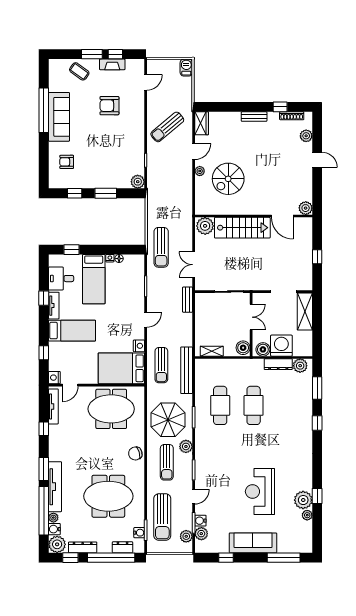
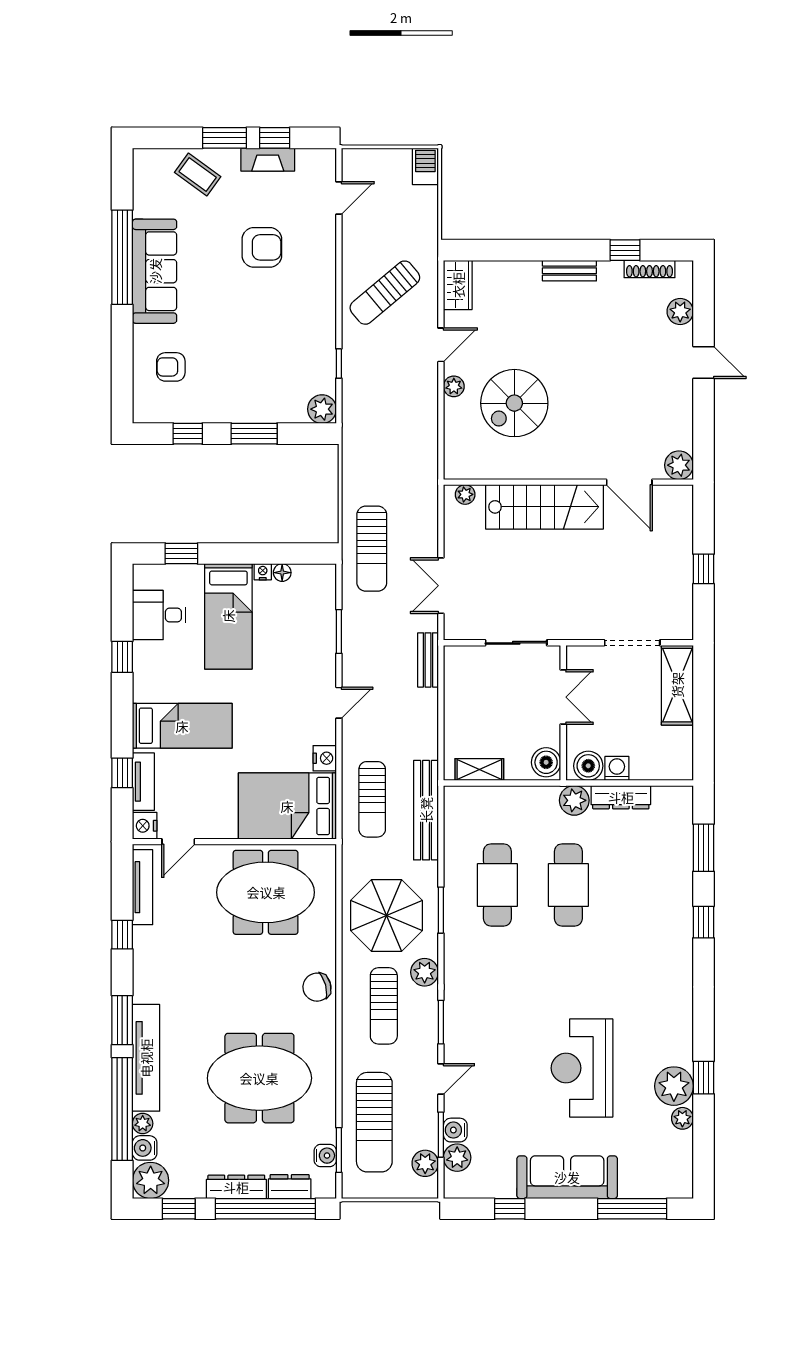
armchair: (109, 106) -> (262, 247), turned 180
plant: (205, 226) -> (465, 494), width x0.53, depth x0.53
tv unit: (54, 306) -> (143, 782), moved
washing machine: (281, 346) -> (617, 768), width x0.53, depth x0.53
plant: (300, 366) -> (574, 800), moved
dresser: (83, 547) -> (236, 1187), moved

